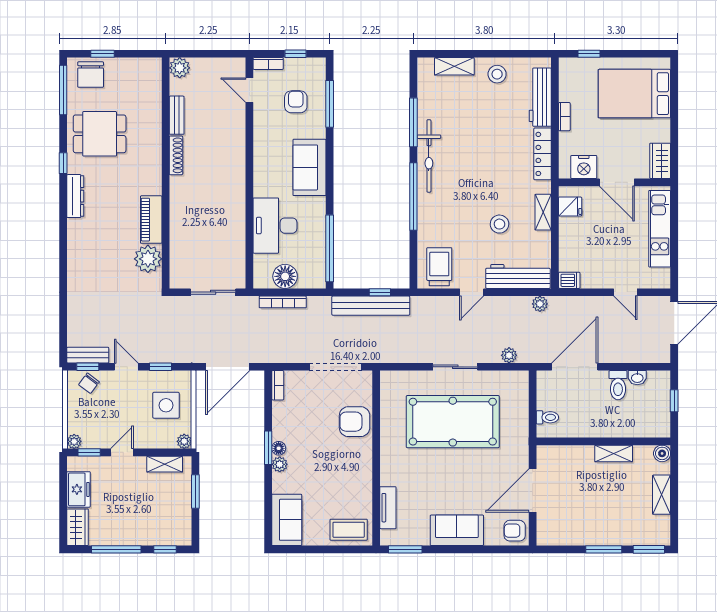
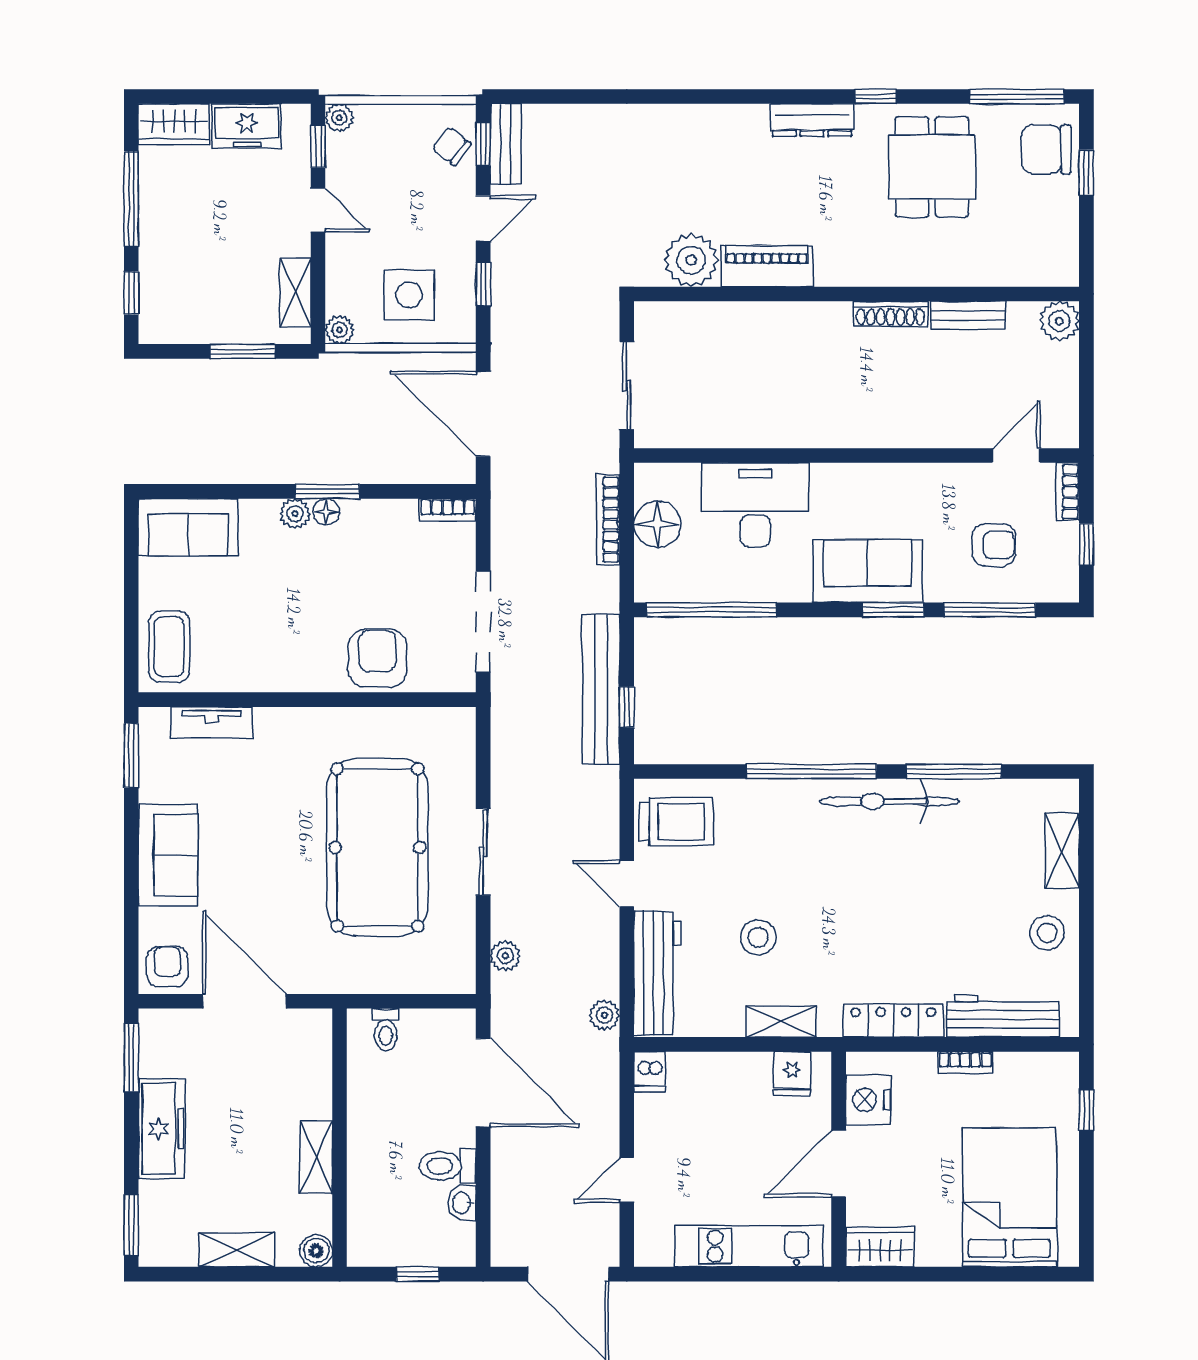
window: (330, 154) -> (893, 610), added
freezer: (599, 534) -> (162, 1129), added
window: (604, 549) -> (131, 1057), moved

